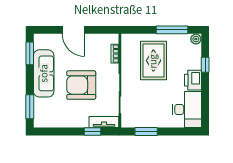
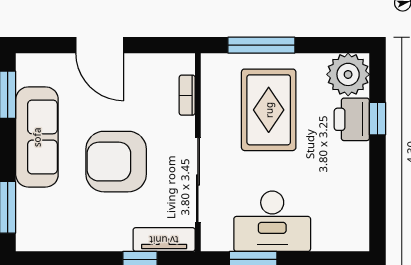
window: (172, 30) -> (261, 45), moved
plant: (196, 39) -> (348, 74), width x1.88, depth x1.88
printer: (193, 80) -> (352, 119), moved
desk: (187, 109) -> (272, 221), moved, turned 90

